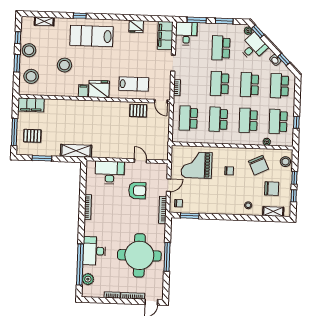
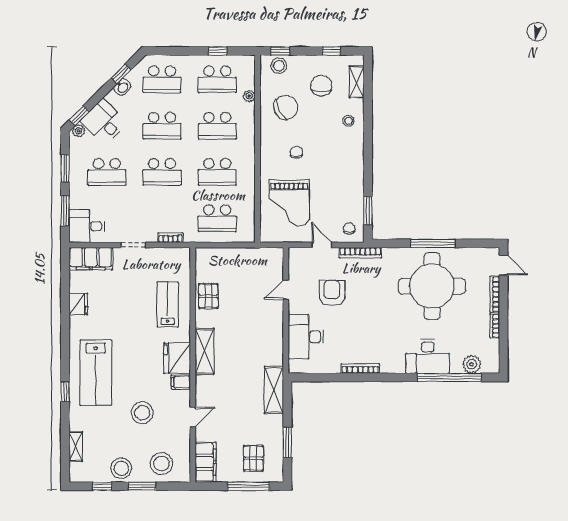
door: (161, 101) -> (193, 417), moved
shelving: (103, 107) -> (204, 351), added
window: (294, 178) -> (281, 51), moved

